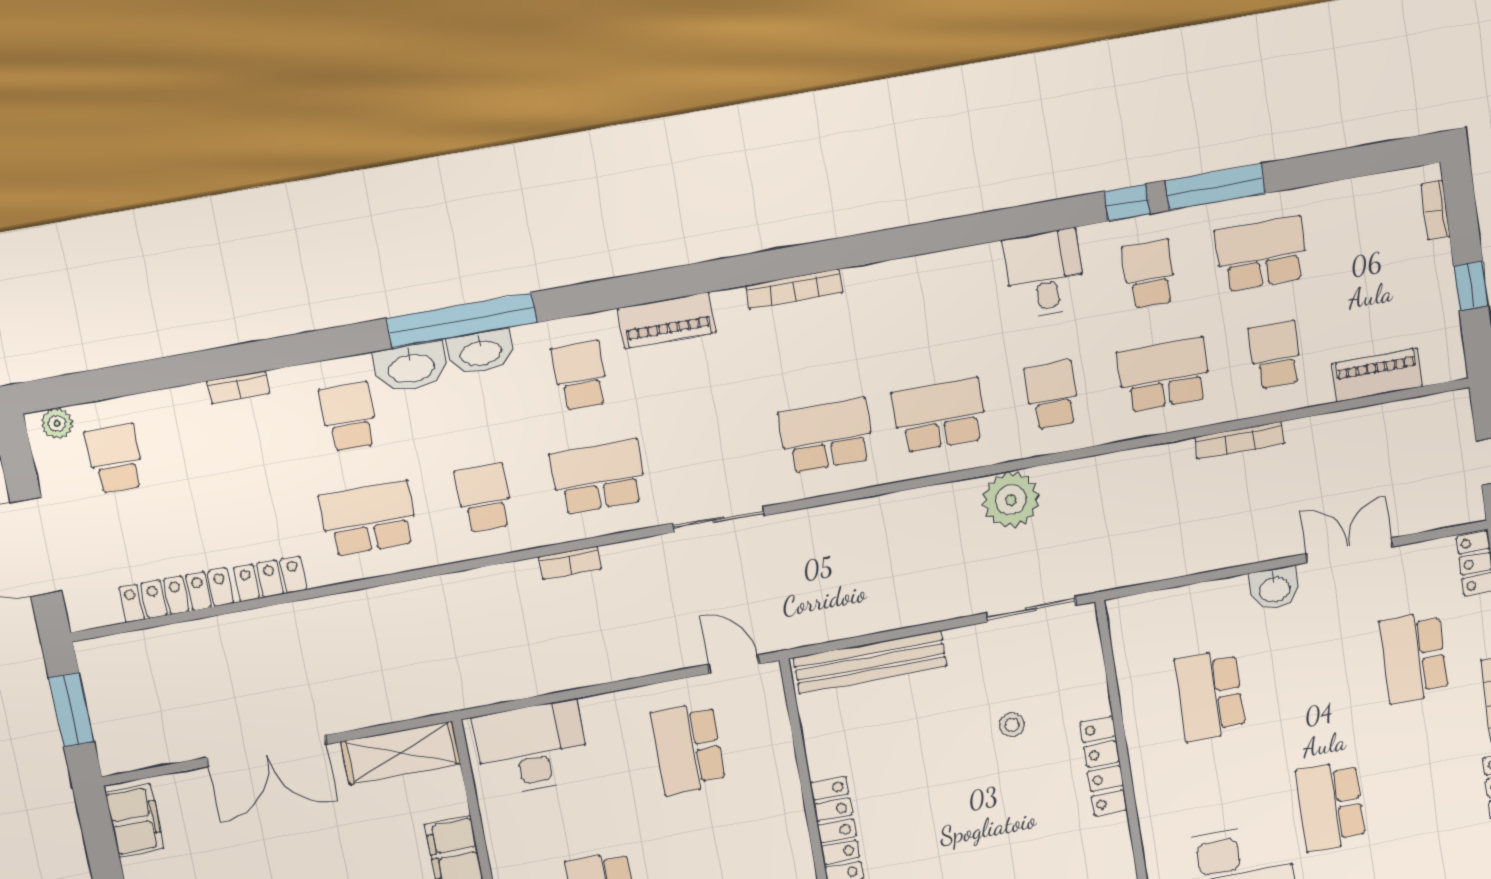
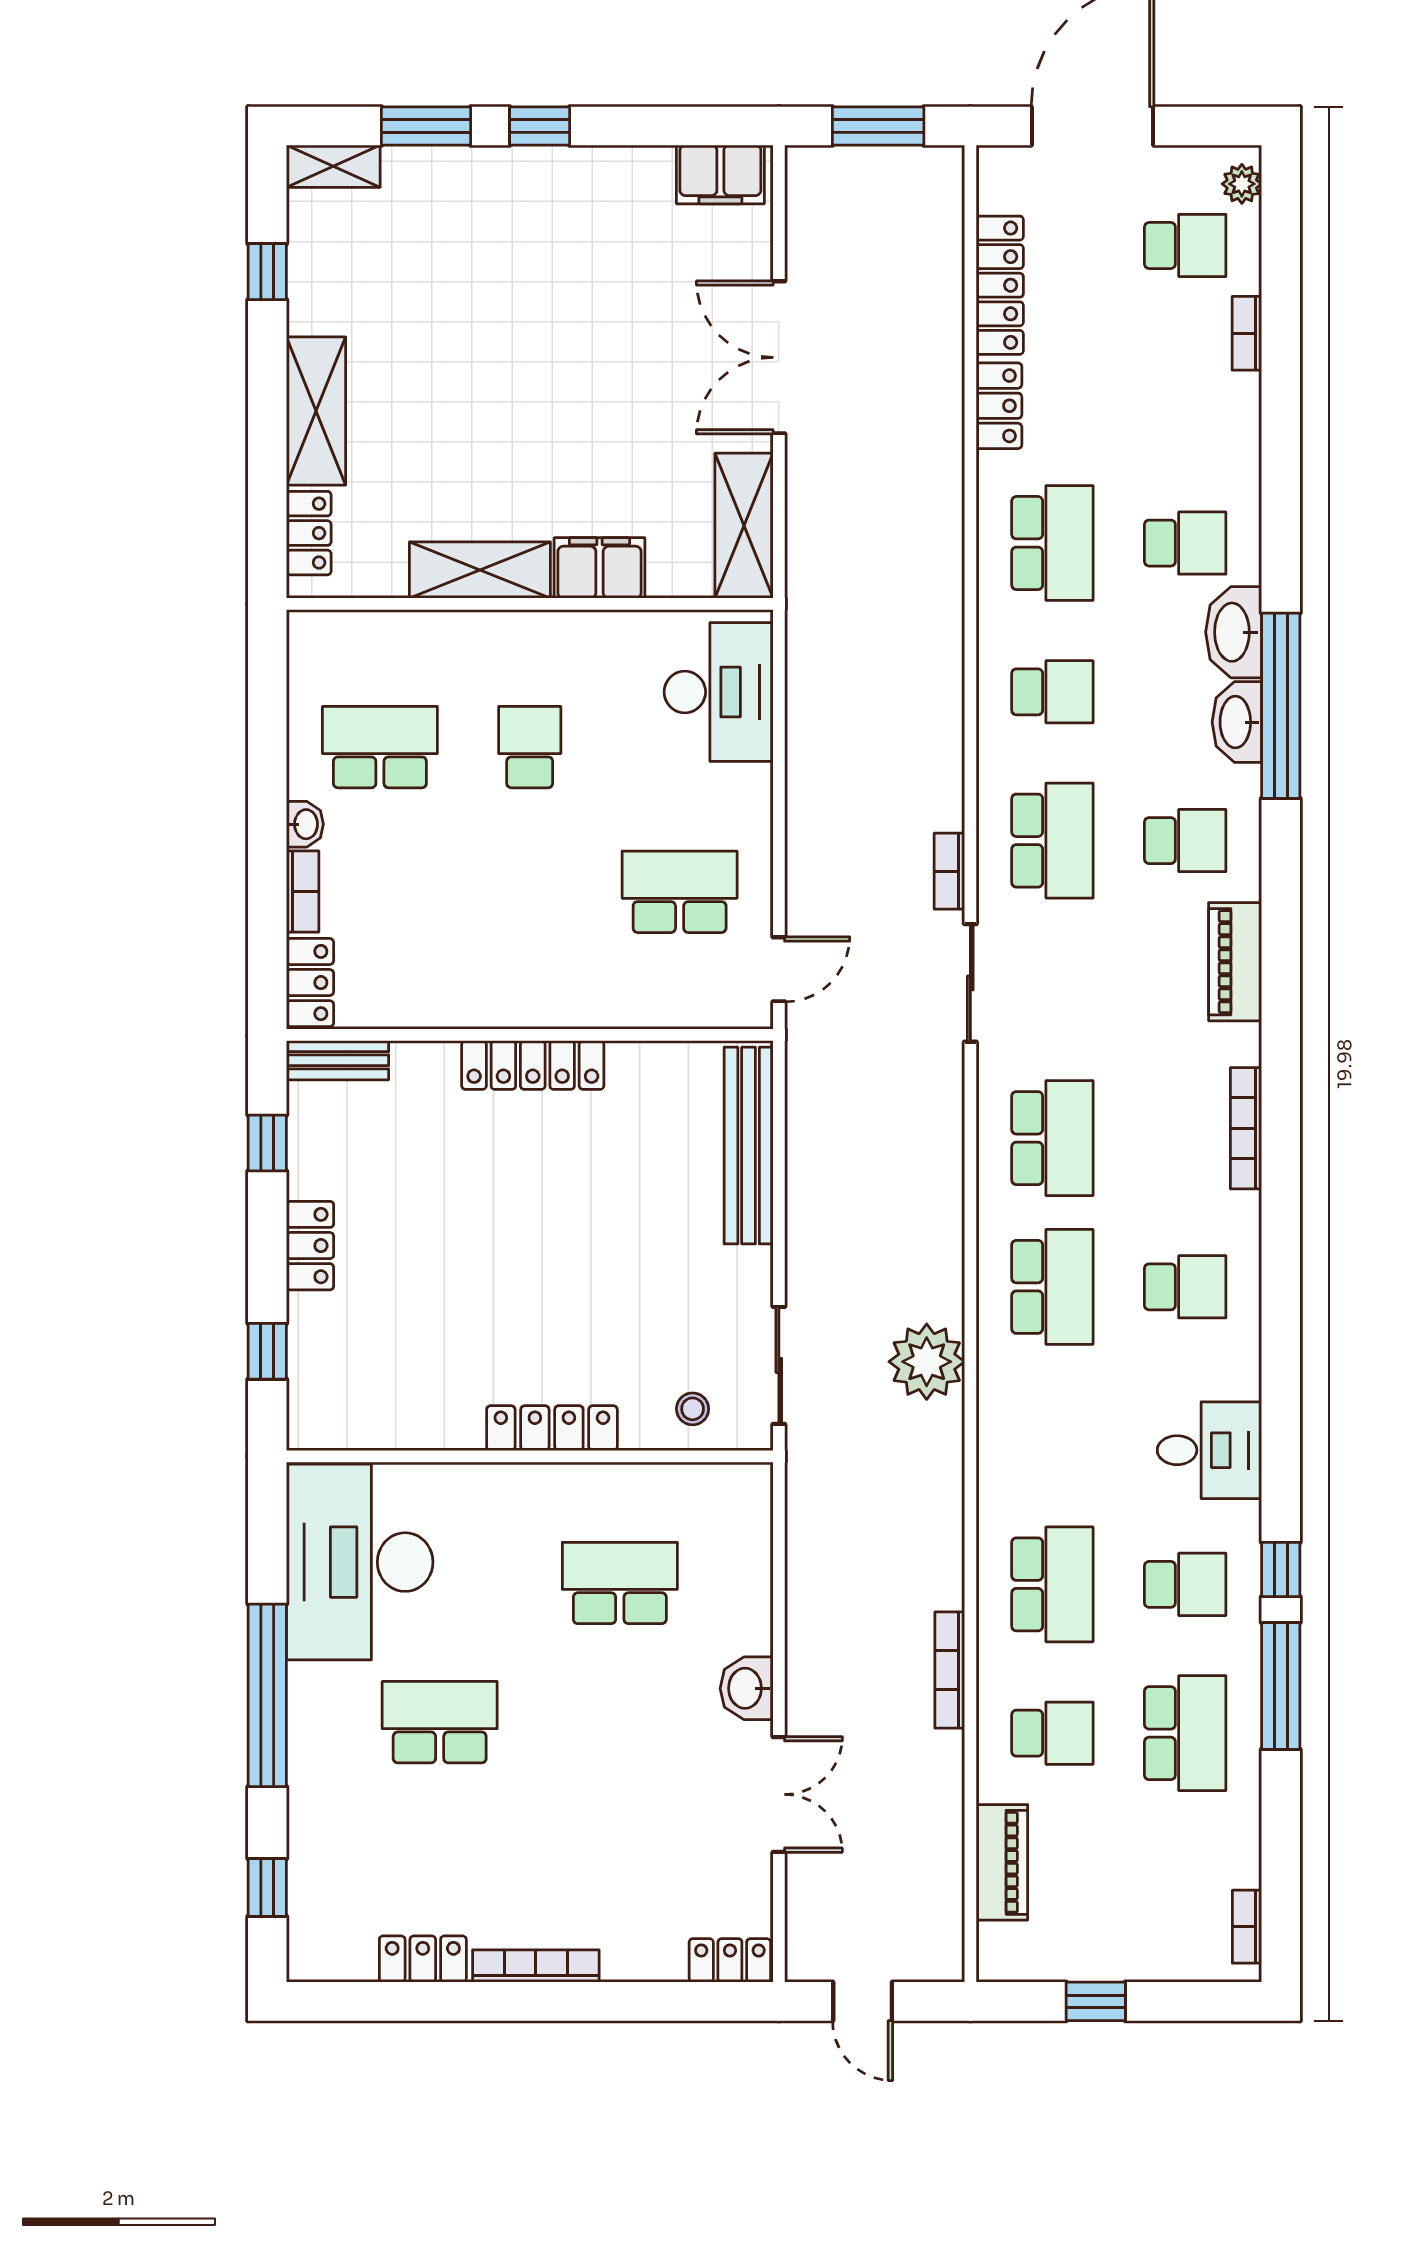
bookcase: (1435, 210) -> (1247, 1927), moved, turned -90
bookcase: (238, 387) -> (1247, 333), moved
school desk: (1052, 395) -> (1185, 1287), moved
bookcase: (570, 563) -> (949, 871), moved
school desk: (1414, 657) -> (620, 1861), removed
stool: (1012, 725) -> (693, 1409), moved

